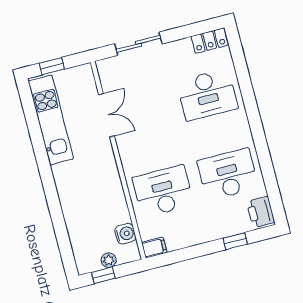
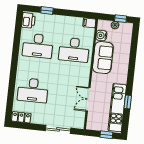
desk: (207, 95) -> (33, 90), turned 180
window: (36, 137) -> (128, 102), added
sofa: (108, 197) -> (103, 58), added

